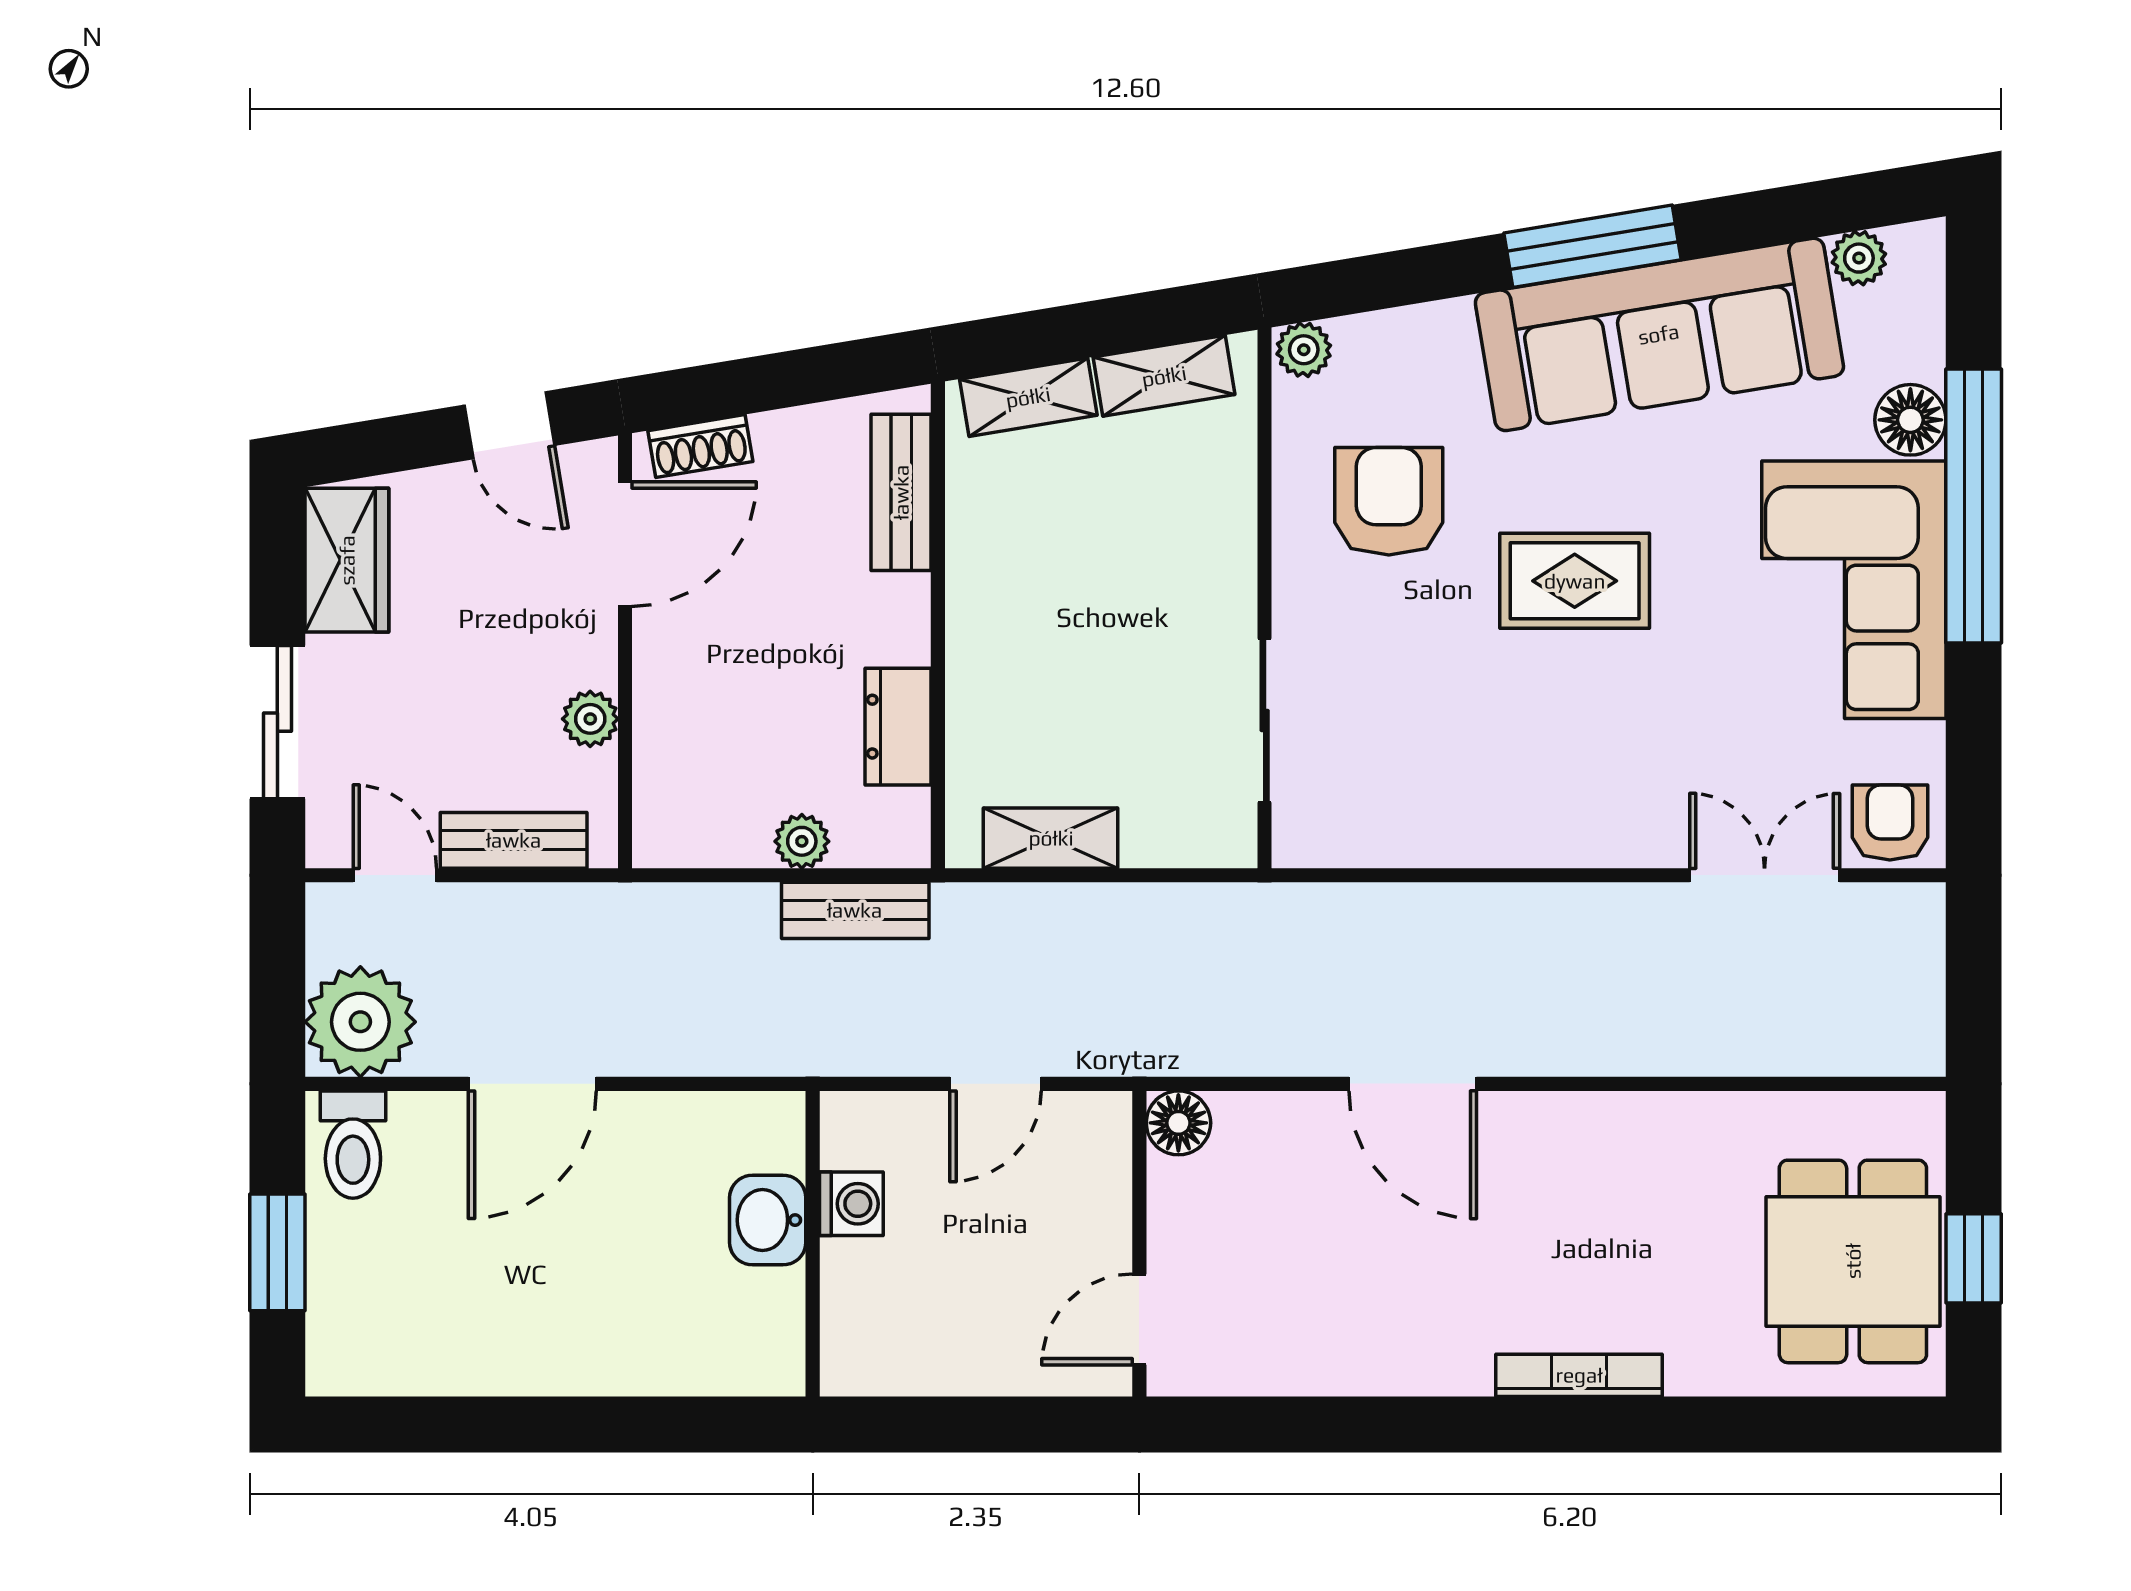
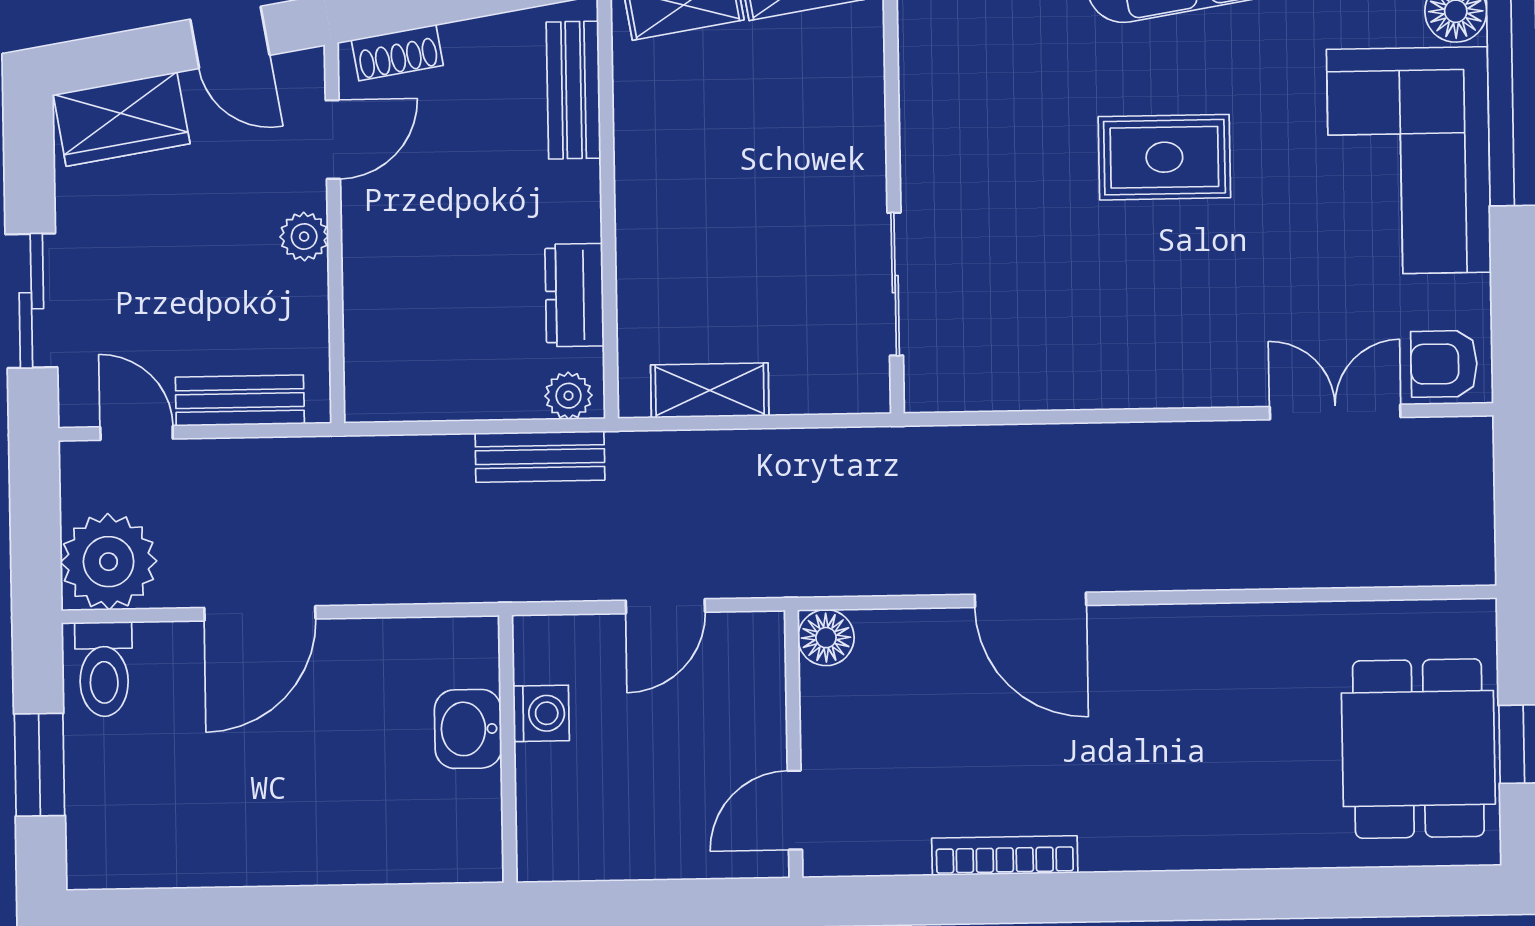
armchair: (1389, 501) -> (1001, 90), removed
door: (625, 544) -> (333, 140), width x0.73
wardrobe: (347, 560) -> (122, 119), moved, turned 81
plant: (590, 719) -> (304, 237), moved
armchair: (1890, 822) -> (1444, 364), turned -90
plant: (802, 841) -> (568, 396), moved
bookcase: (1579, 1375) -> (1005, 856), moved

